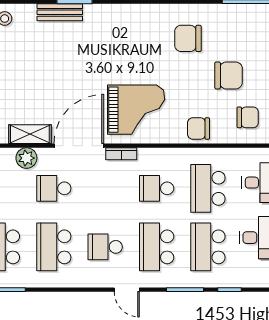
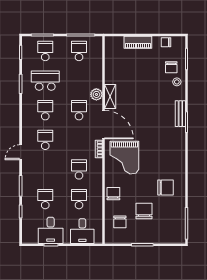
chair: (188, 38) -> (165, 188), turned 90
chair: (228, 75) -> (144, 211), turned 180
school desk: (208, 188) -> (79, 199), width x0.54
school desk: (54, 247) -> (45, 110), width x0.54
school desk: (157, 247) -> (45, 169), removed
school desk: (208, 247) -> (45, 199), width x0.54

